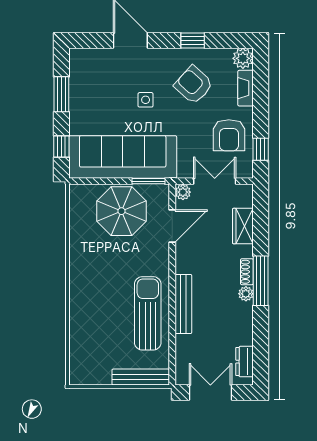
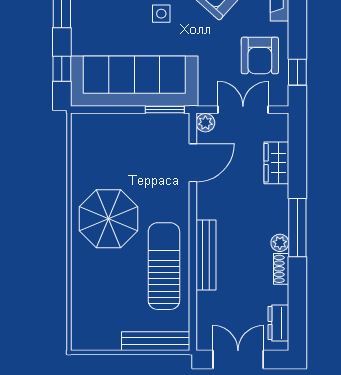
parasol: (122, 211) -> (108, 219), moved
shoe rack: (247, 272) -> (281, 269), moved

